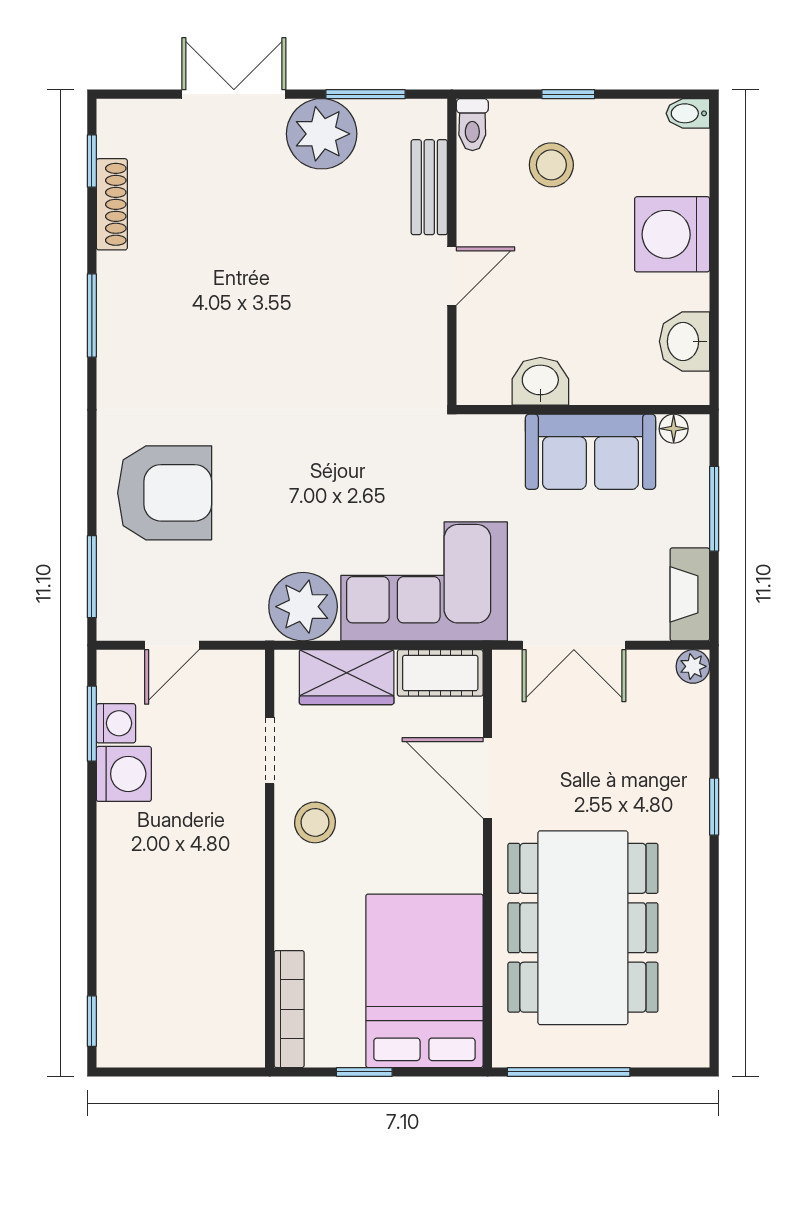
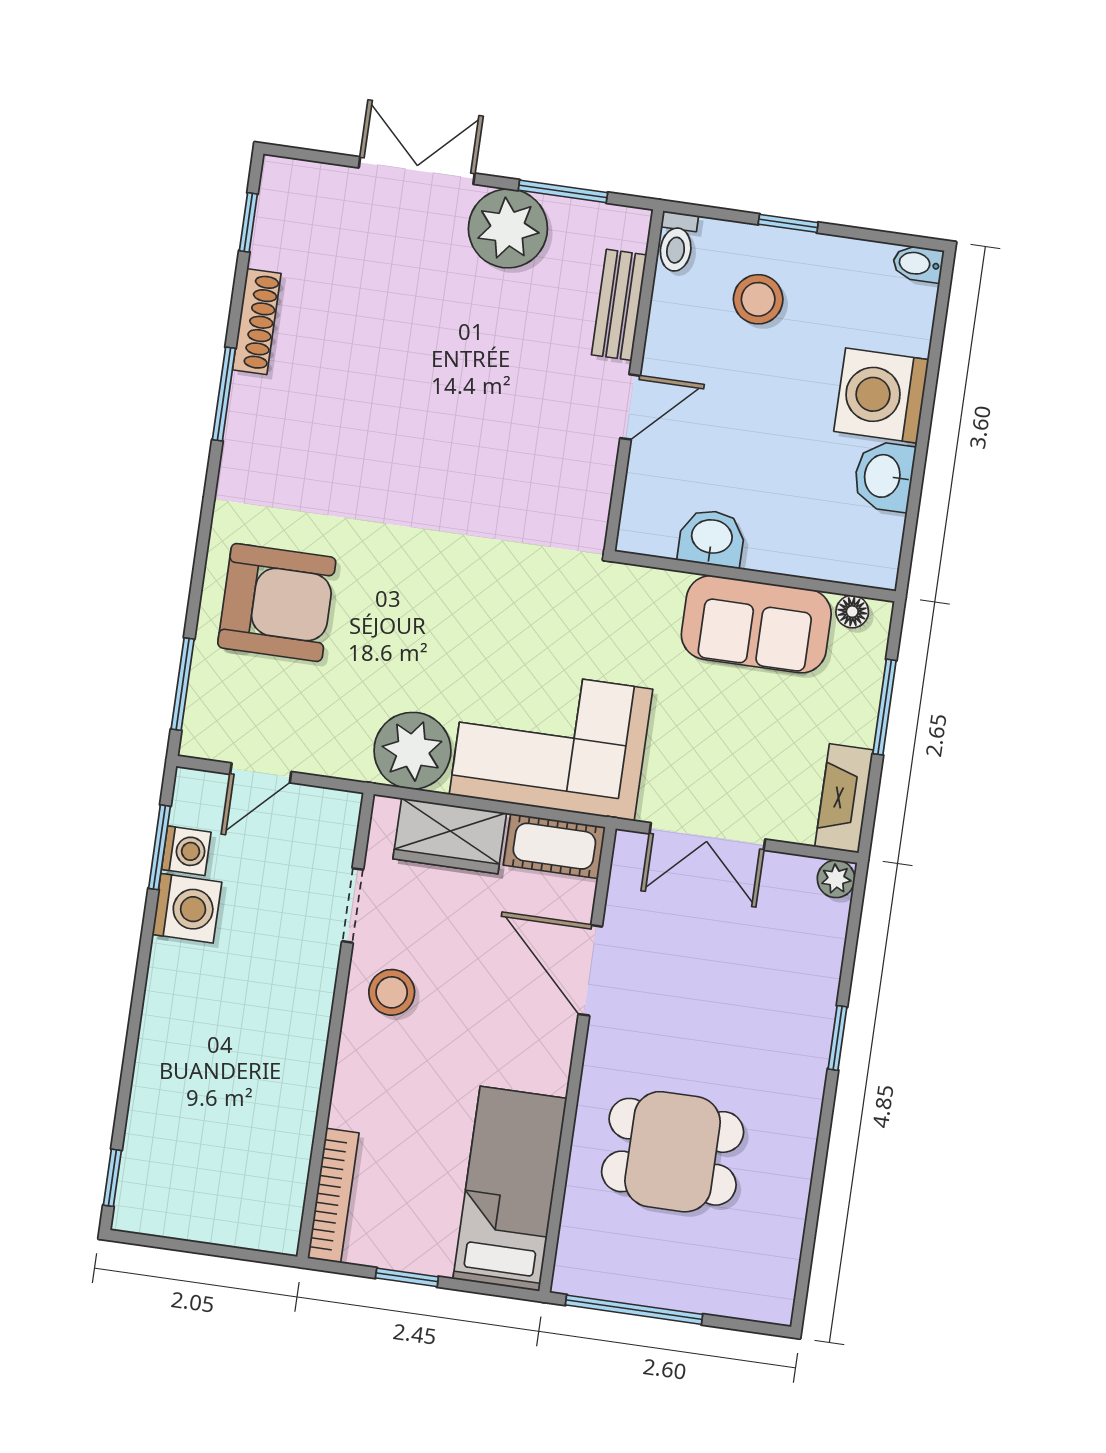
shoe rack: (112, 204) -> (257, 322), moved
washbasin: (685, 341) -> (884, 476), moved
dining table: (583, 928) -> (673, 1152), width x0.53, depth x0.80
bed: (424, 981) -> (510, 1189), width x0.67

